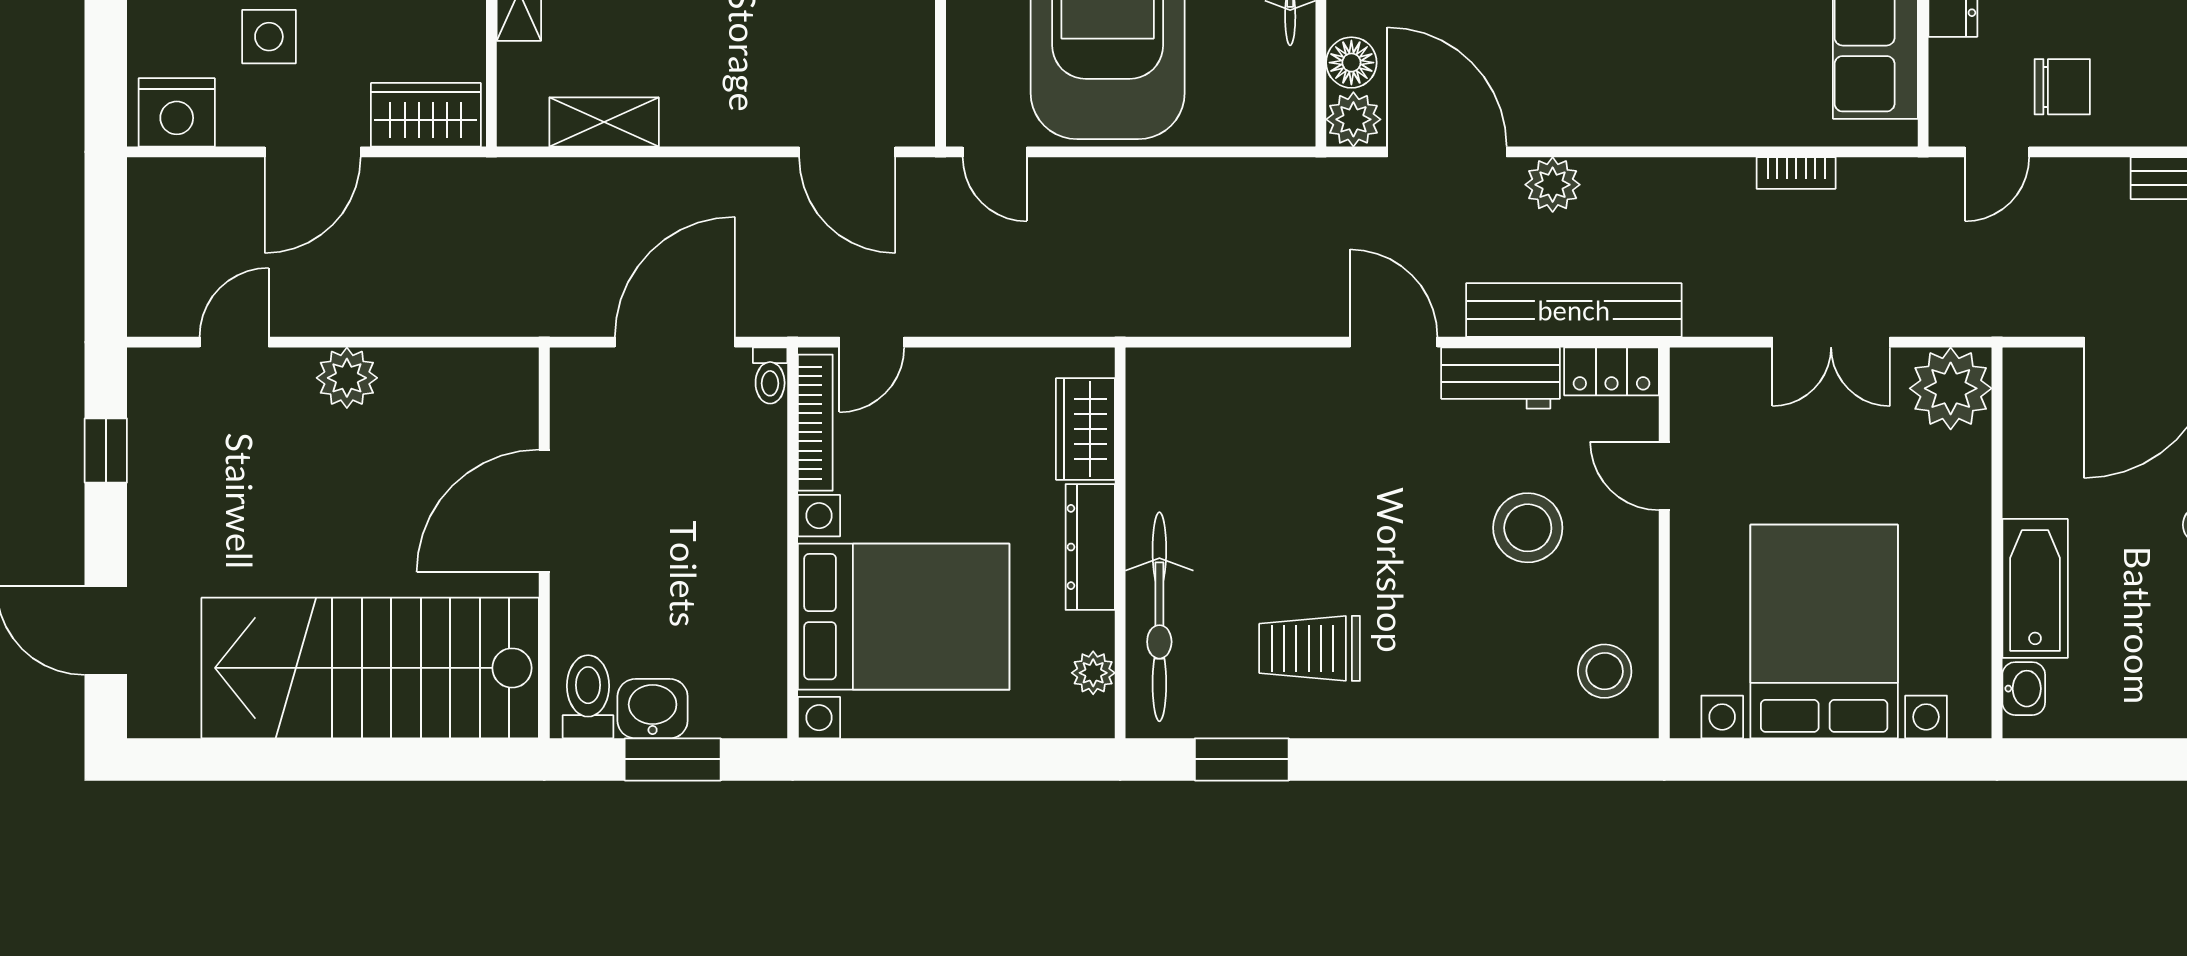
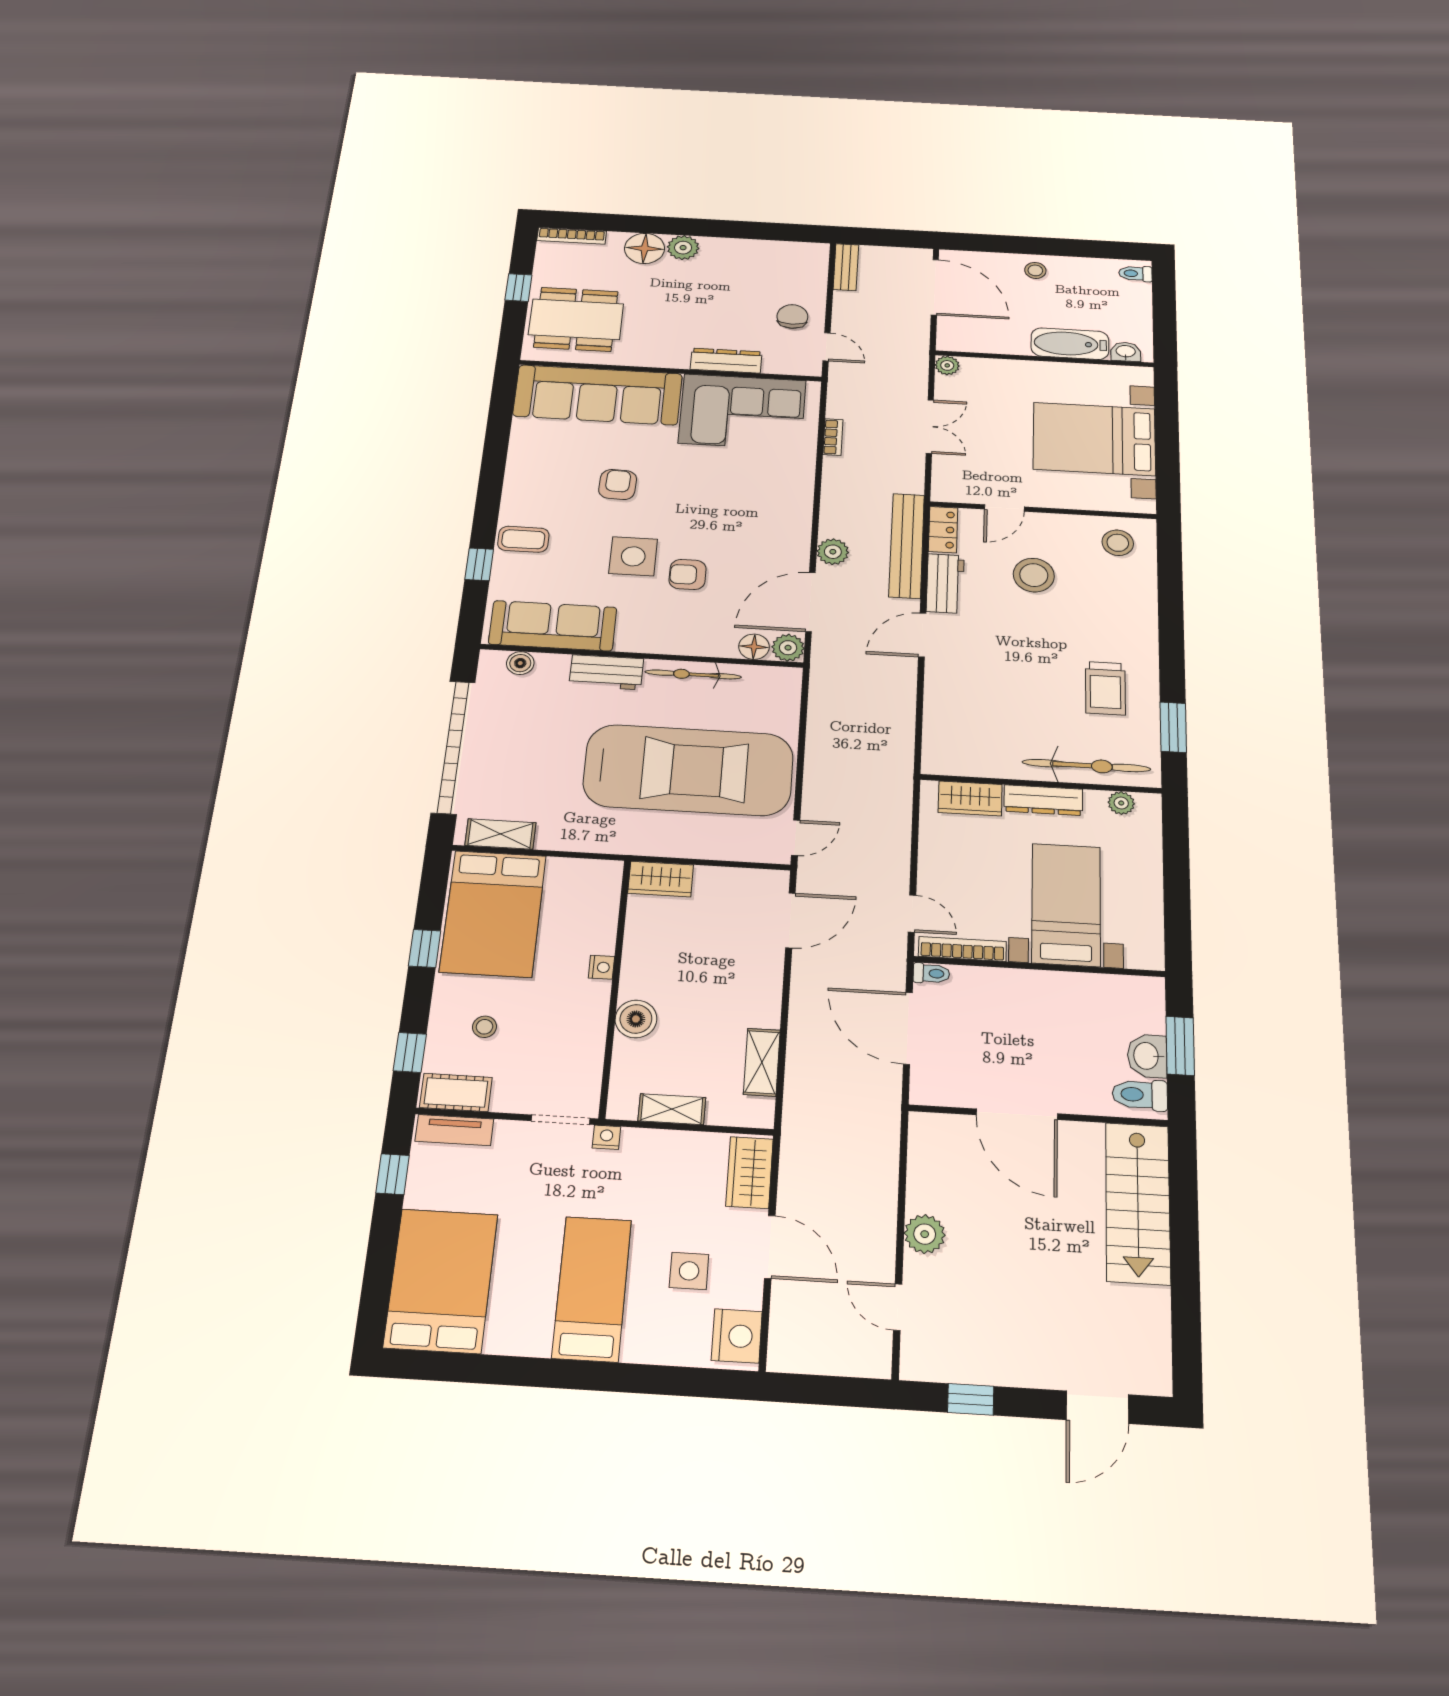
plant: (1951, 388) -> (947, 365), width x0.53, depth x0.53
bed with nightstands: (904, 617) -> (1066, 905), width x0.73
stairs: (370, 668) -> (1138, 1203), width x0.73, depth x0.66

